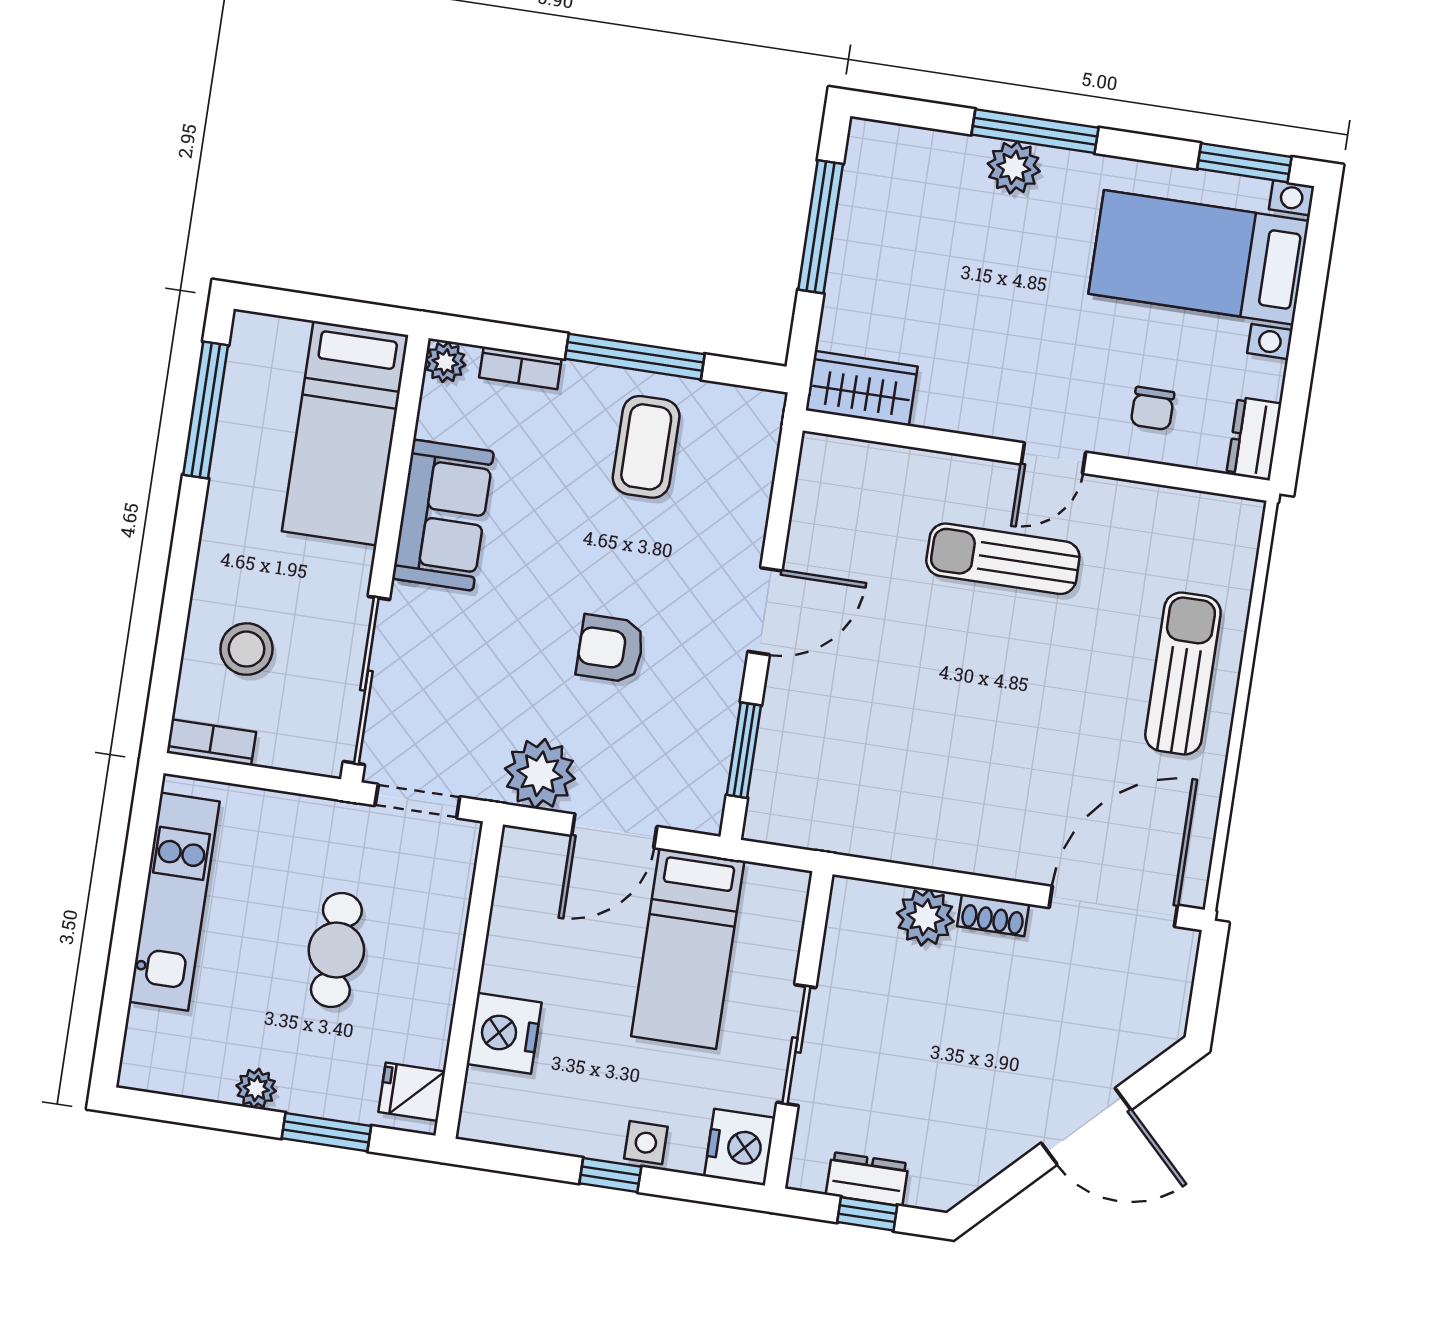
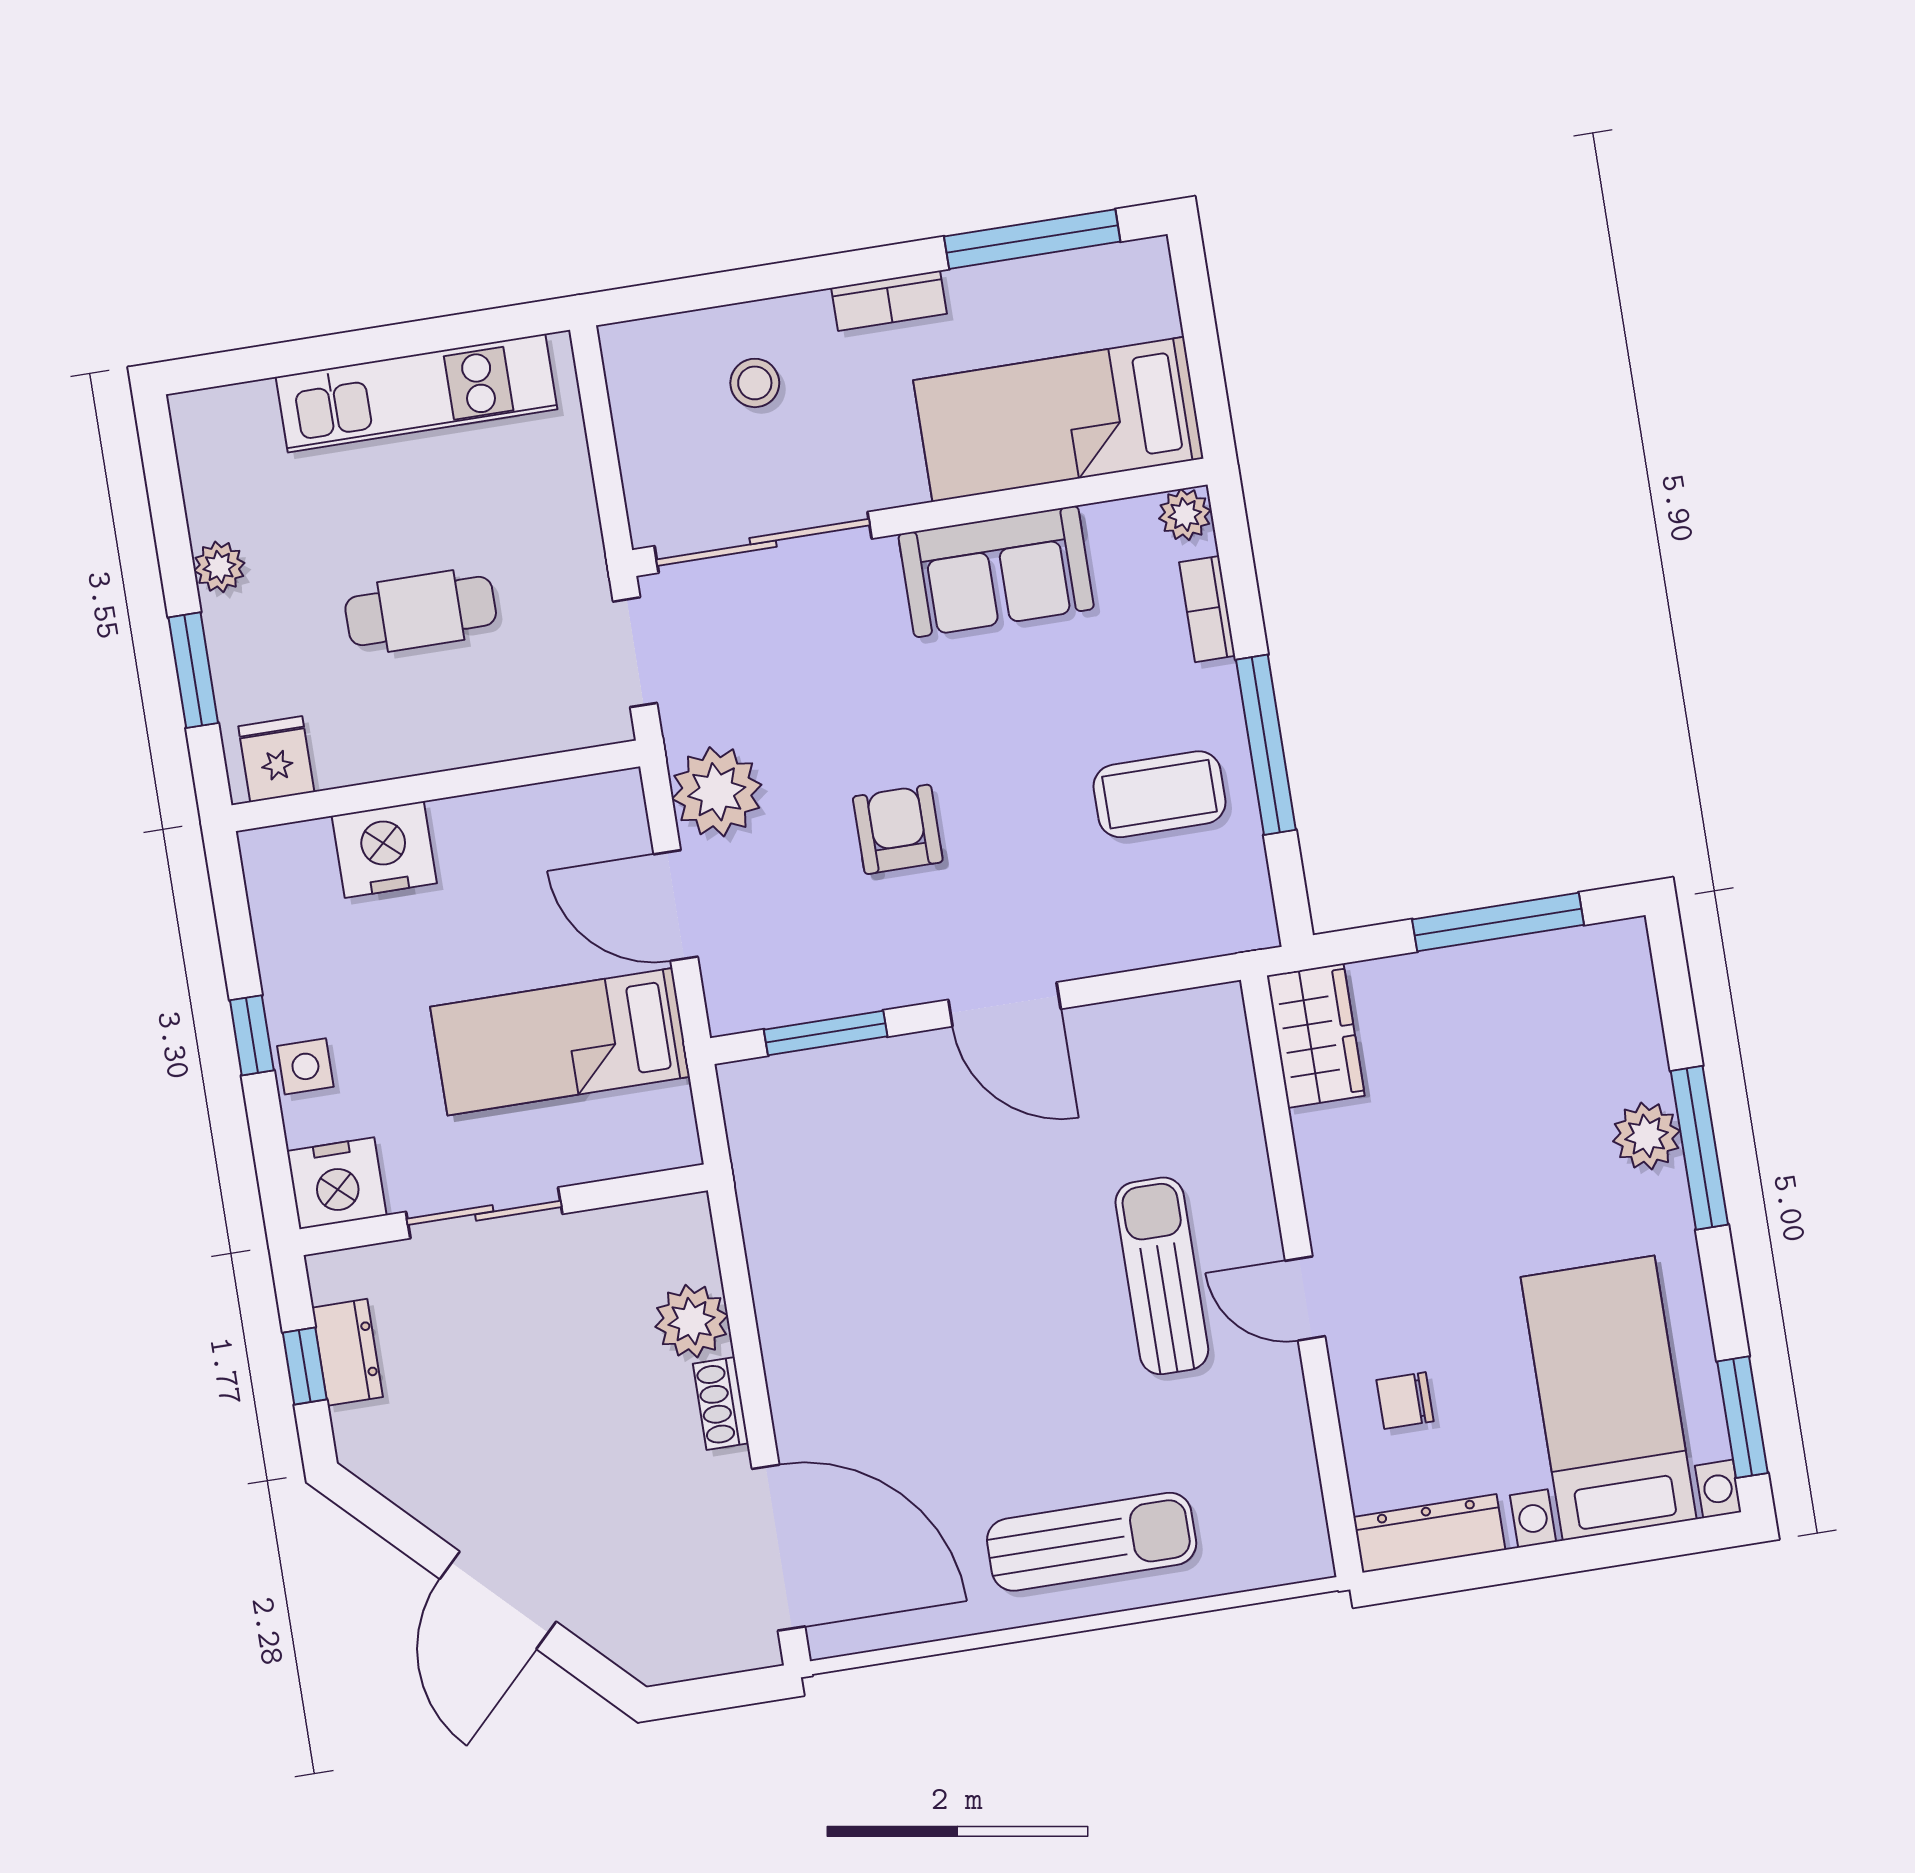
dresser: (1254, 439) -> (1429, 1533), width x1.44
stool: (247, 649) -> (755, 383), width x0.73, depth x0.73
bookcase: (211, 742) -> (889, 301), moved, turned 90

